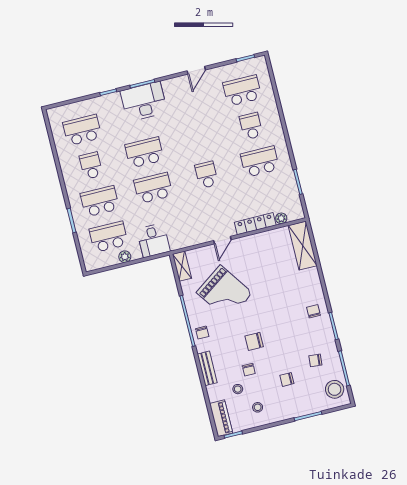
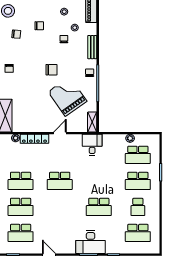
door: (196, 70) -> (49, 255), hinge flipped
school desk: (251, 126) -> (21, 207), width x1.85
school desk: (207, 175) -> (60, 181), width x1.85
school desk: (153, 188) -> (99, 181), removed
desk: (153, 240) -> (92, 145), moved
chair: (254, 341) -> (51, 70), moved

